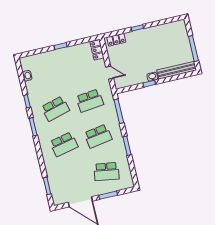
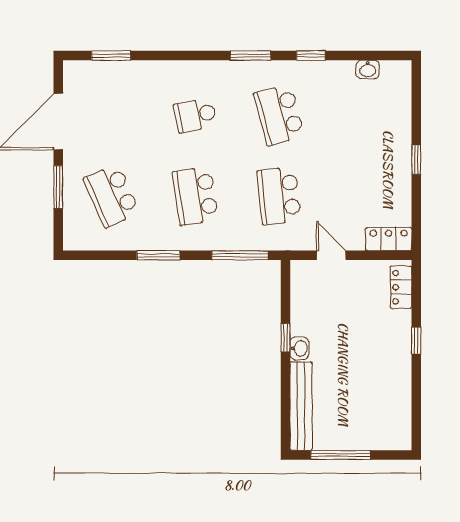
door: (110, 73) -> (331, 255), swing flipped
school desk: (64, 144) -> (195, 115), width x0.54
school desk: (106, 172) -> (112, 196), turned -33

